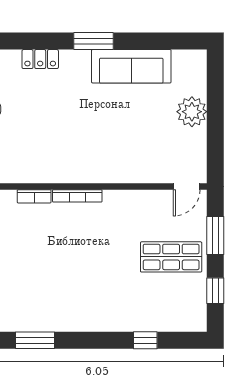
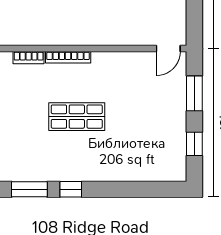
shop shelf: (171, 257) -> (77, 117), moved
window: (145, 340) -> (71, 189), moved

